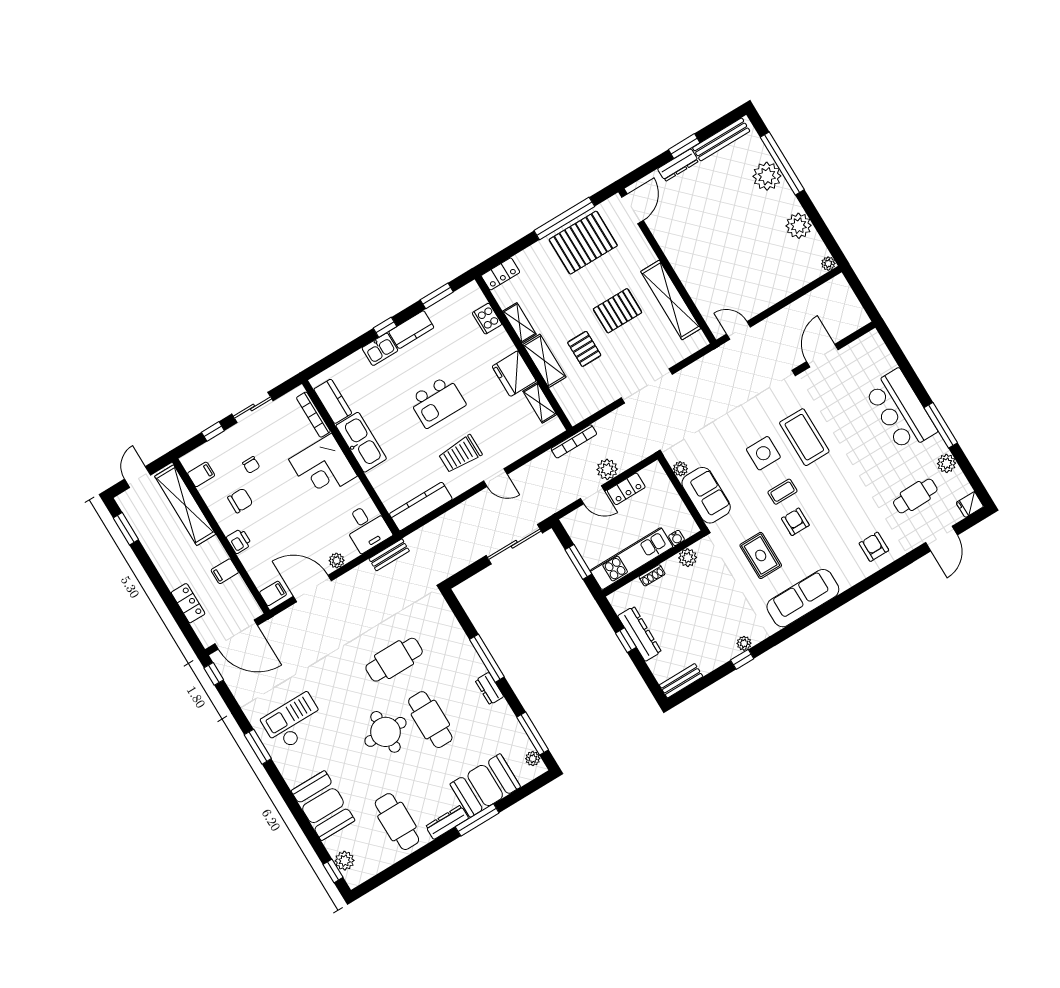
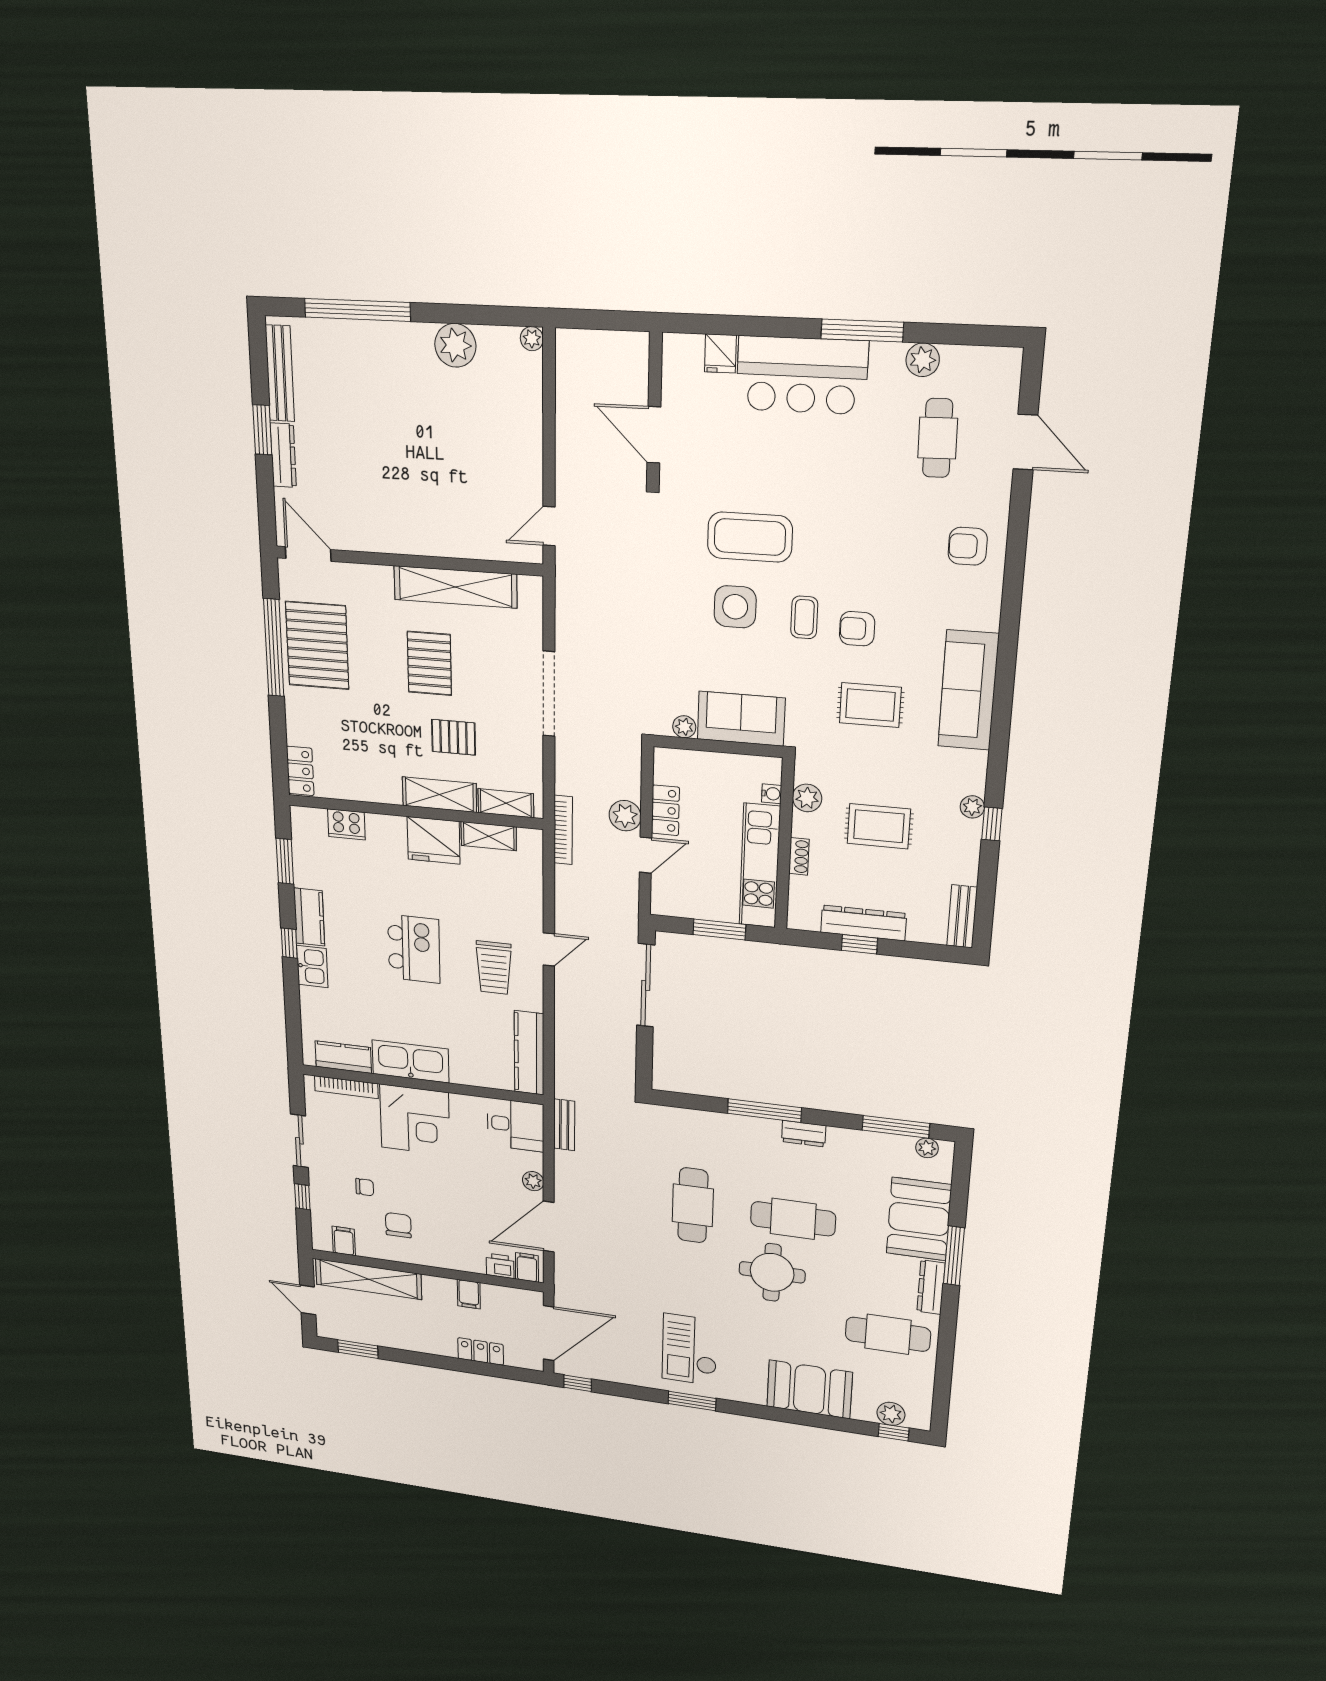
plant: (767, 176) -> (363, 344), removed
shelving: (519, 323) -> (506, 803), moved
fridge: (970, 505) -> (720, 353), moved
printer: (239, 541) -> (500, 1266), moved
rug: (699, 604) -> (879, 826), added

